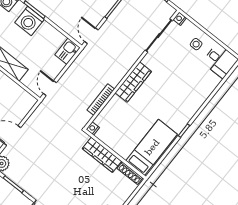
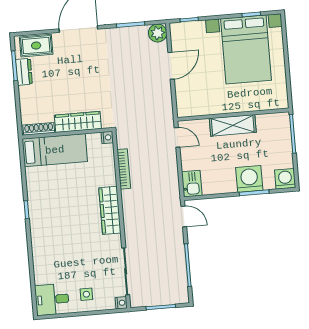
bed: (152, 147) -> (55, 150), moved, turned -90

